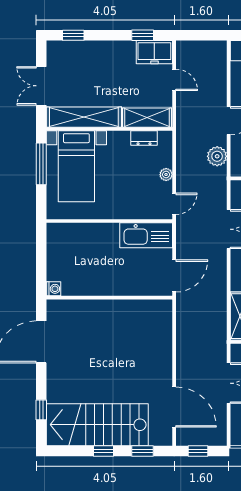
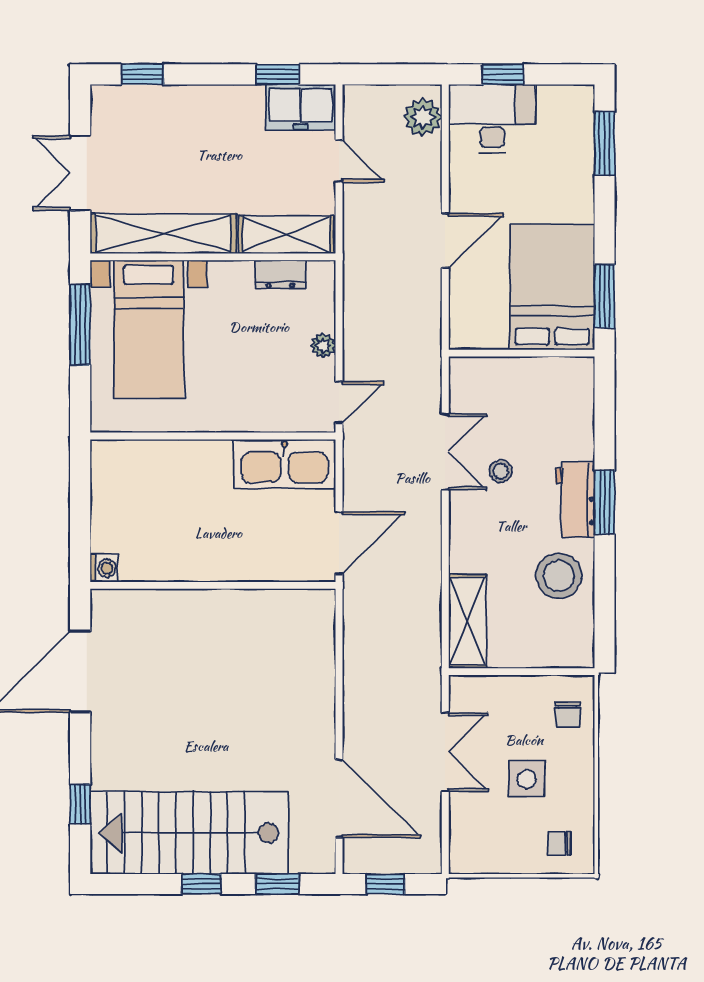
plant: (217, 156) -> (423, 117), moved

